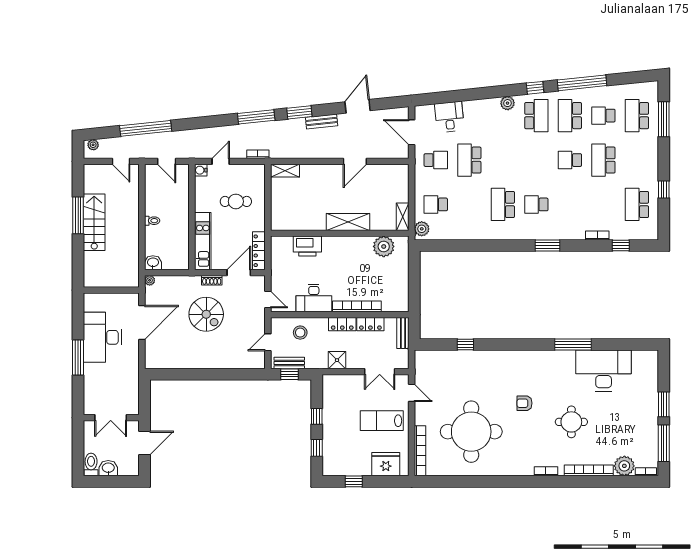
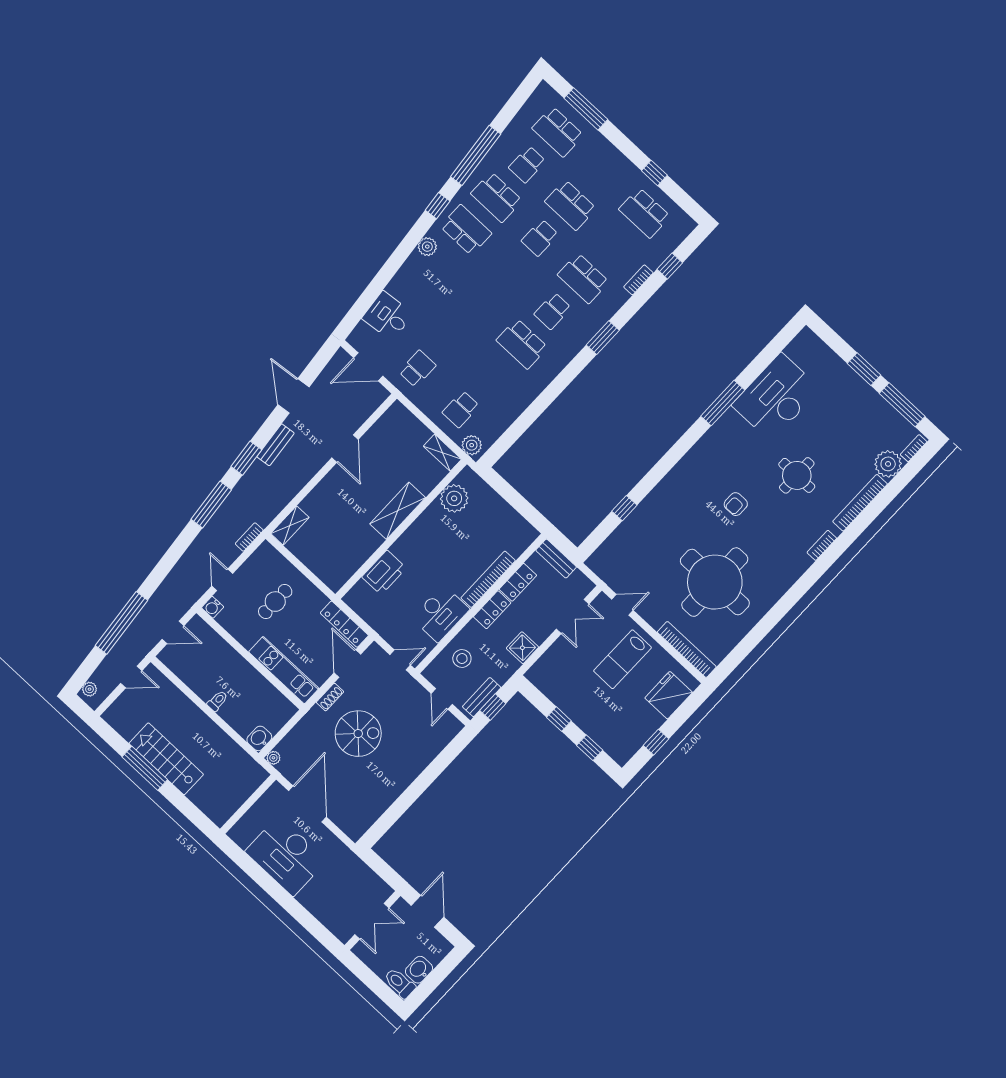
school desk: (469, 160) -> (583, 278), moved
window: (78, 357) -> (283, 898), removed

